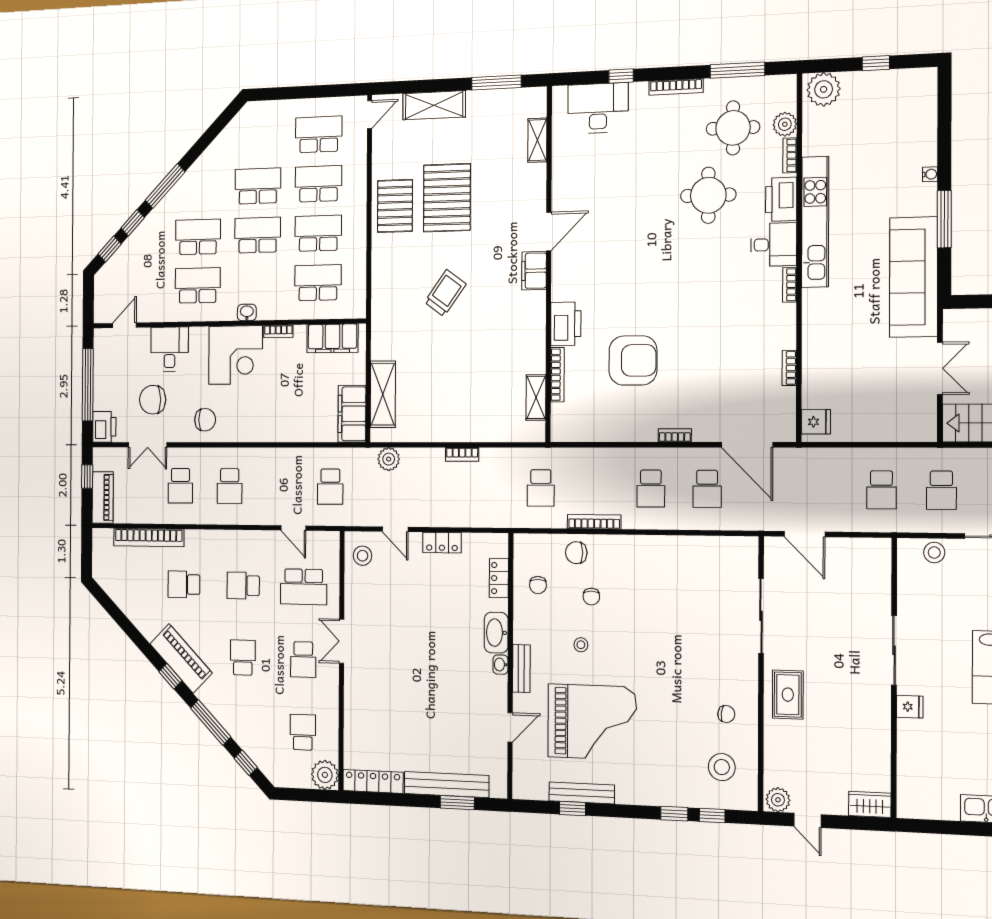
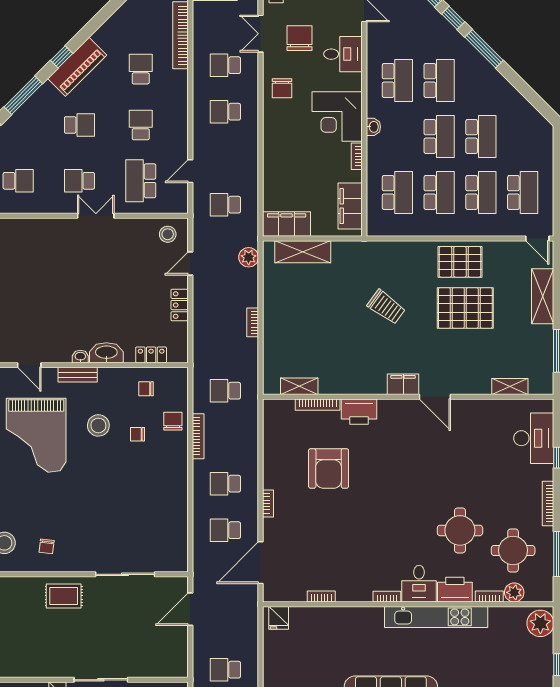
stool: (581, 645) -> (98, 425), width x1.89, depth x1.89

